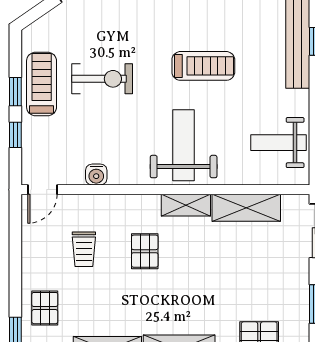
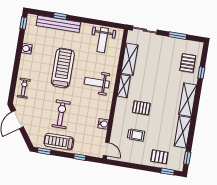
treadmill: (203, 66) -> (63, 68), width x1.37, depth x1.38
window: (15, 92) -> (44, 151), moved
weight bench: (184, 145) -> (97, 83), width x0.73, depth x0.75

